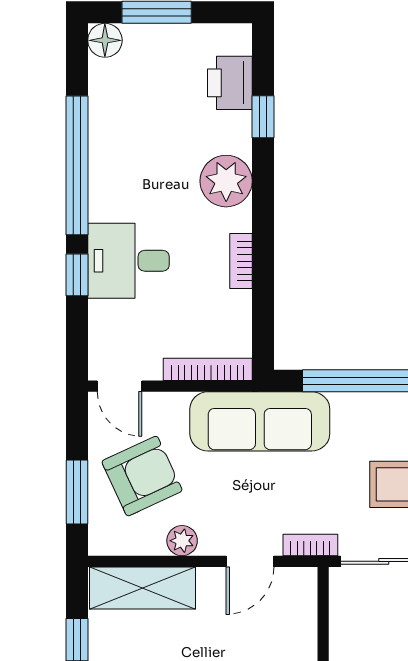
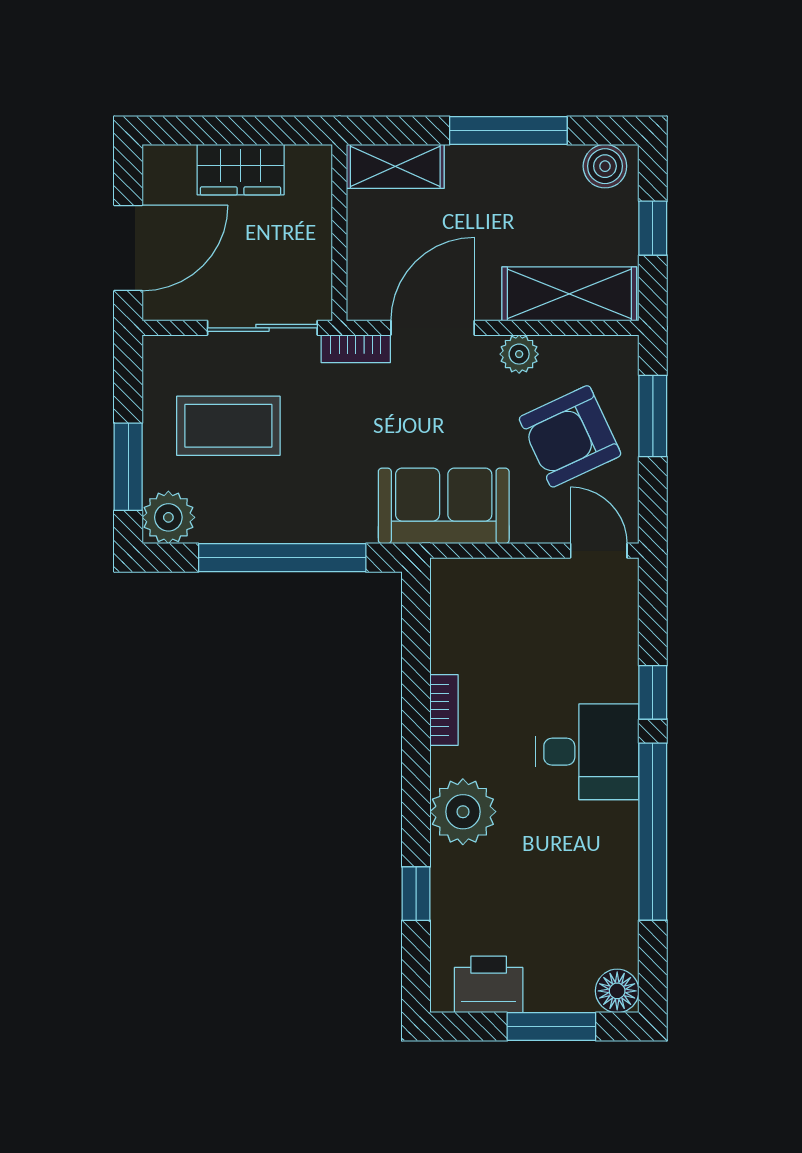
printer: (230, 83) -> (489, 984), moved, turned -90
desk: (128, 261) -> (587, 752), moved
bookcase: (208, 369) -> (486, 572), removed
sofa: (260, 421) -> (444, 506), width x0.73
door: (250, 561) -> (433, 328), width x1.38

